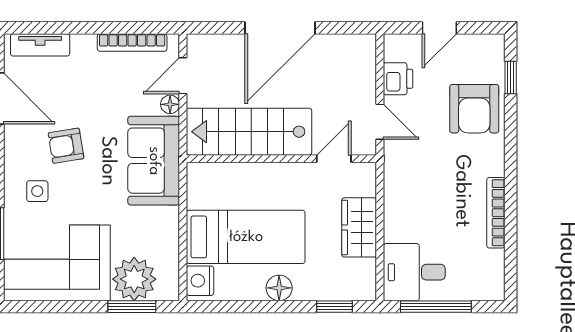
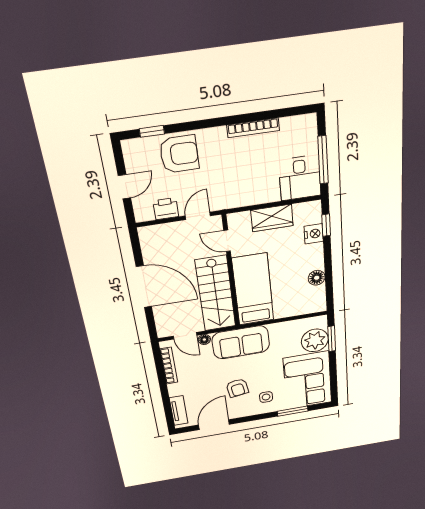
door: (439, 28) -> (124, 187), hinge flipped
bed: (246, 237) -> (253, 290), moved
nightstand: (200, 281) -> (314, 234), moved, turned -90
floor lamp: (279, 288) -> (317, 278), moved

